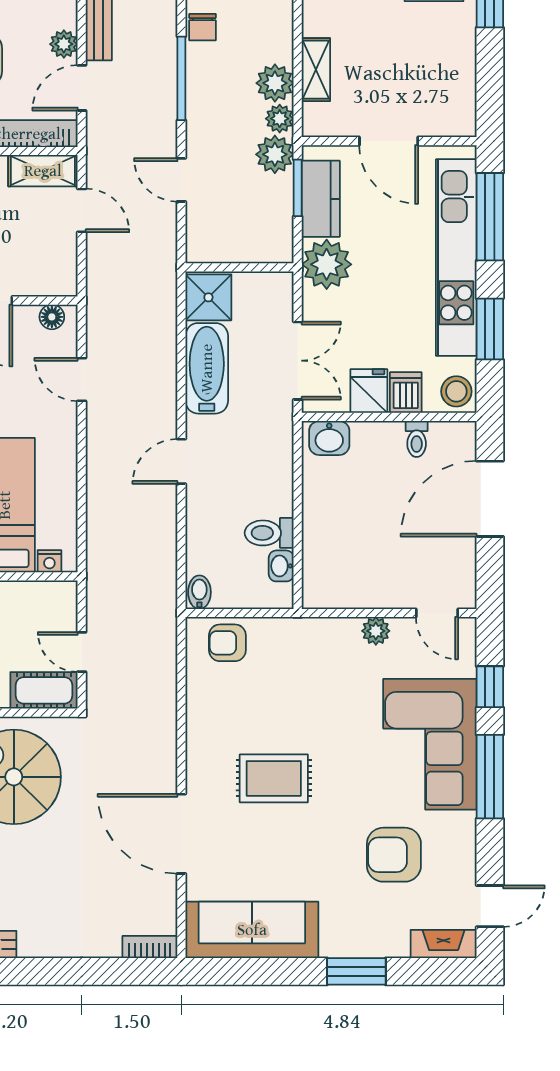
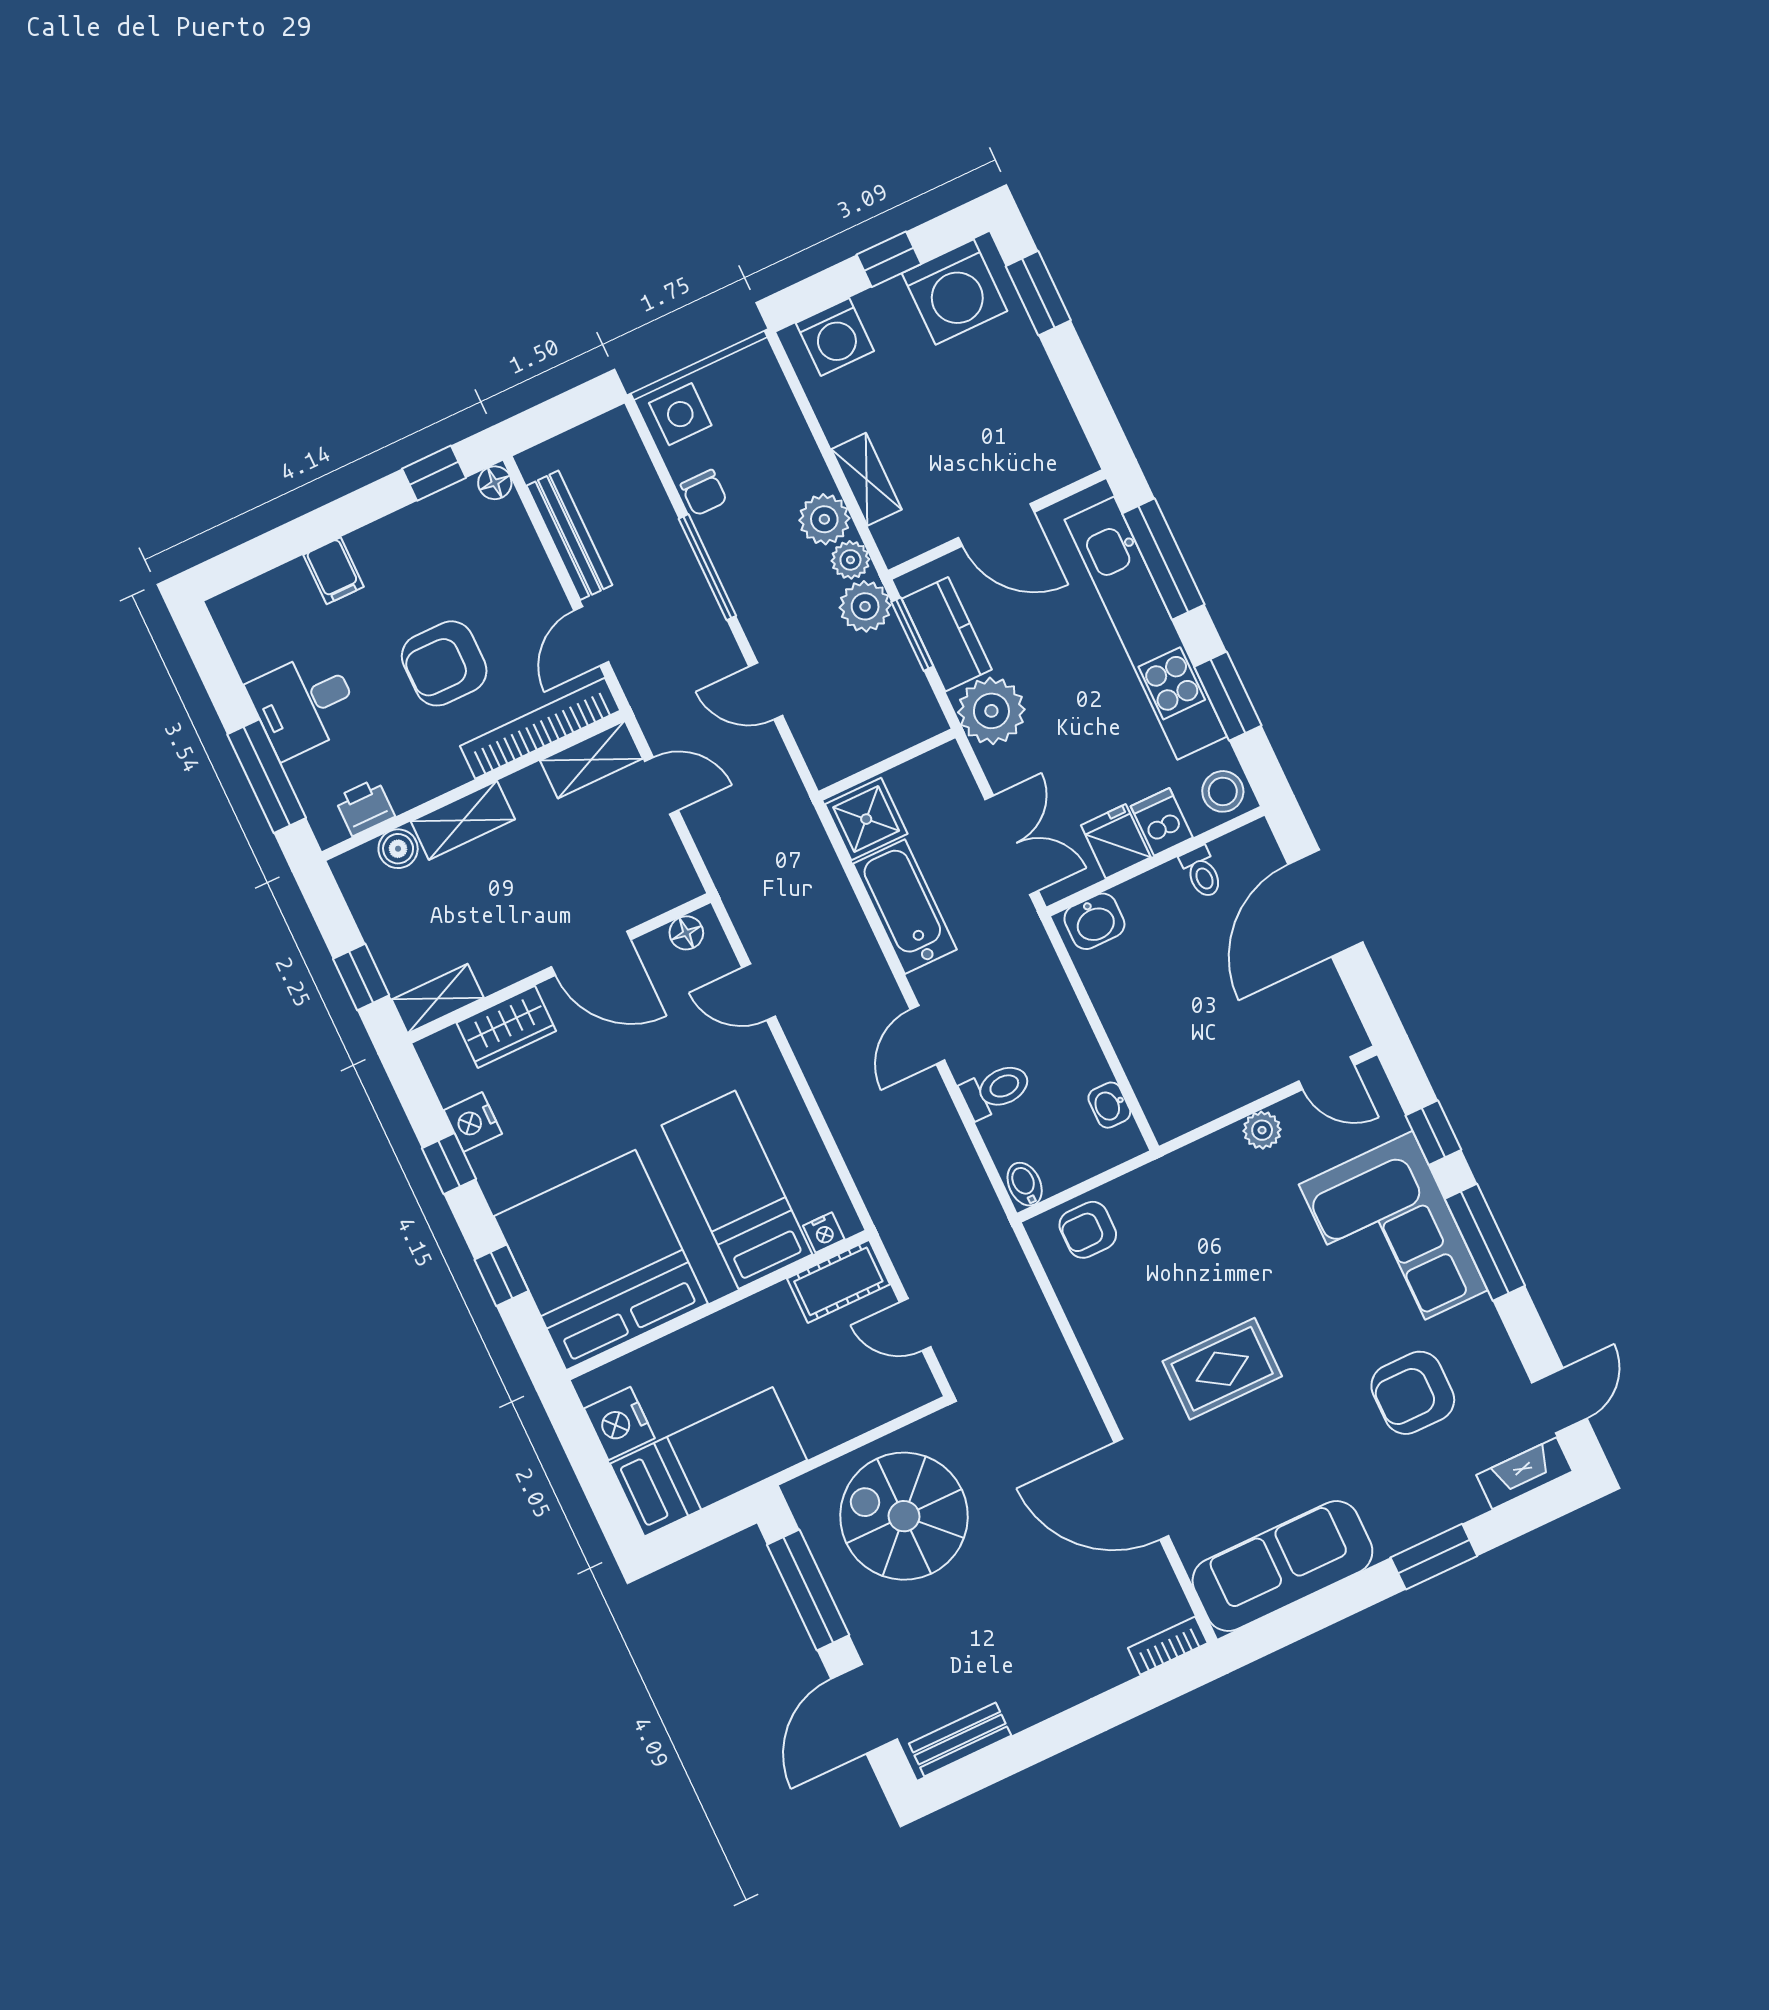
plant: (64, 44) -> (544, 593), removed
toilet: (269, 533) -> (996, 1090), moved, turned 180
cot: (44, 690) -> (838, 1281), moved

